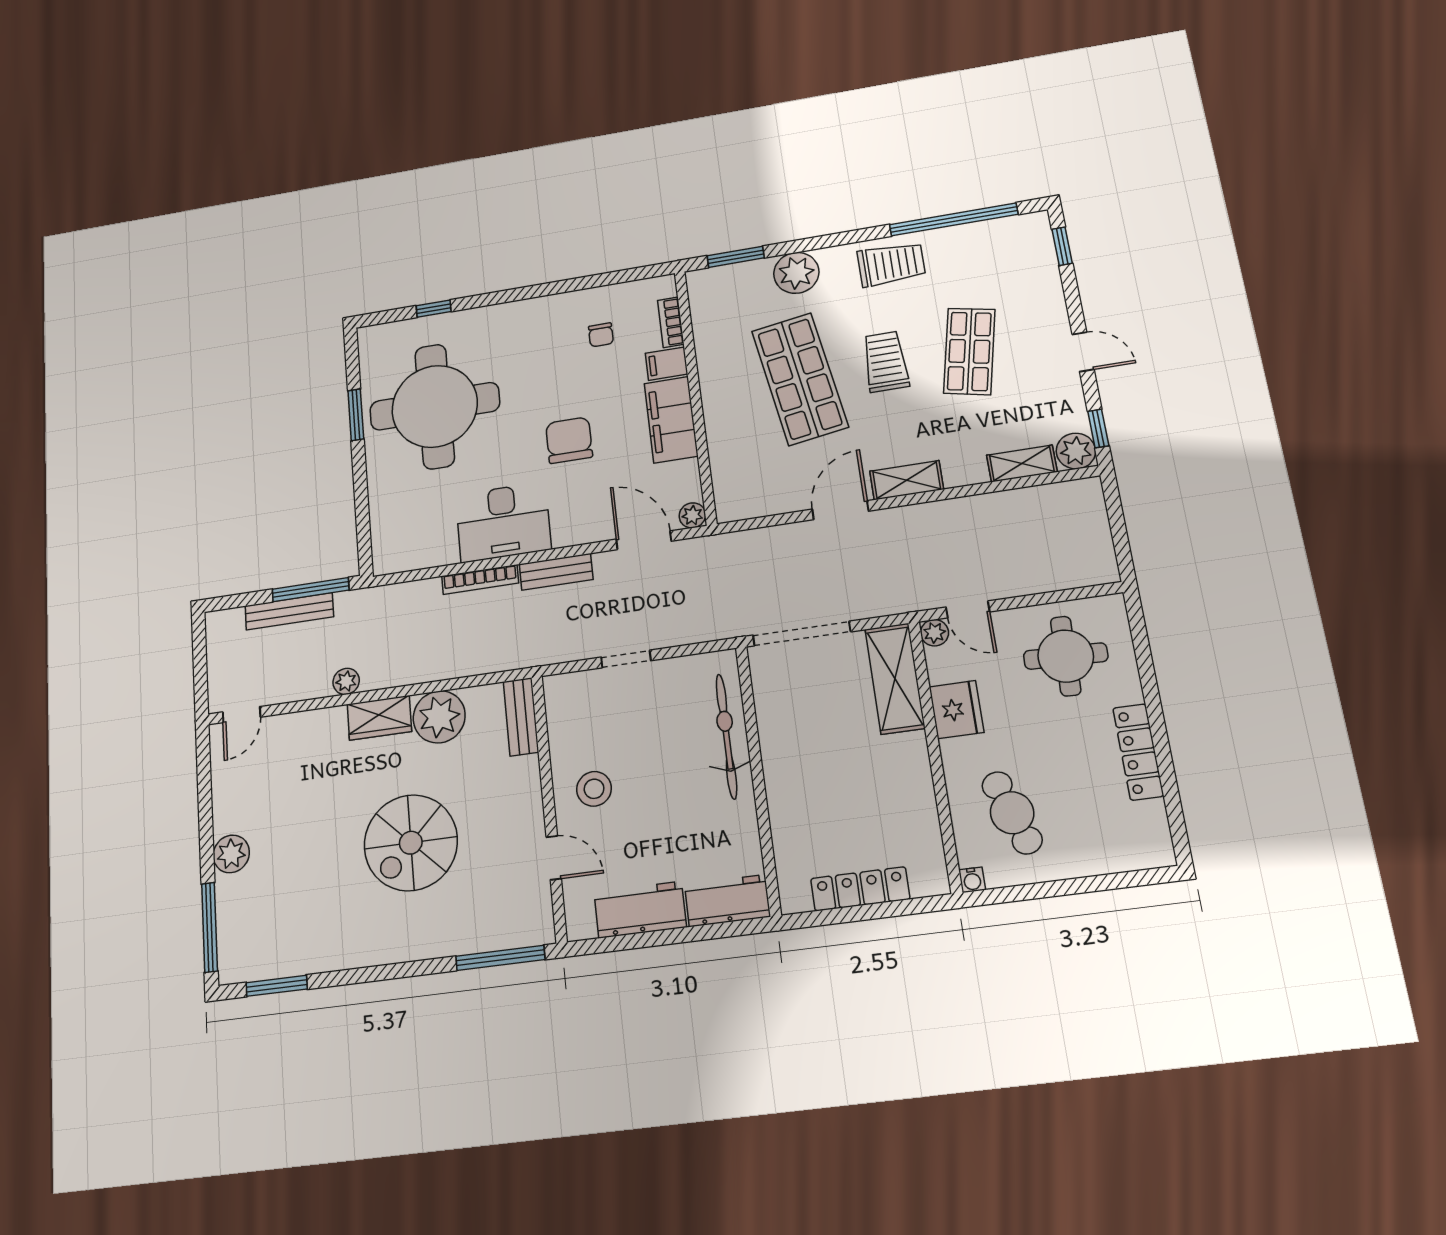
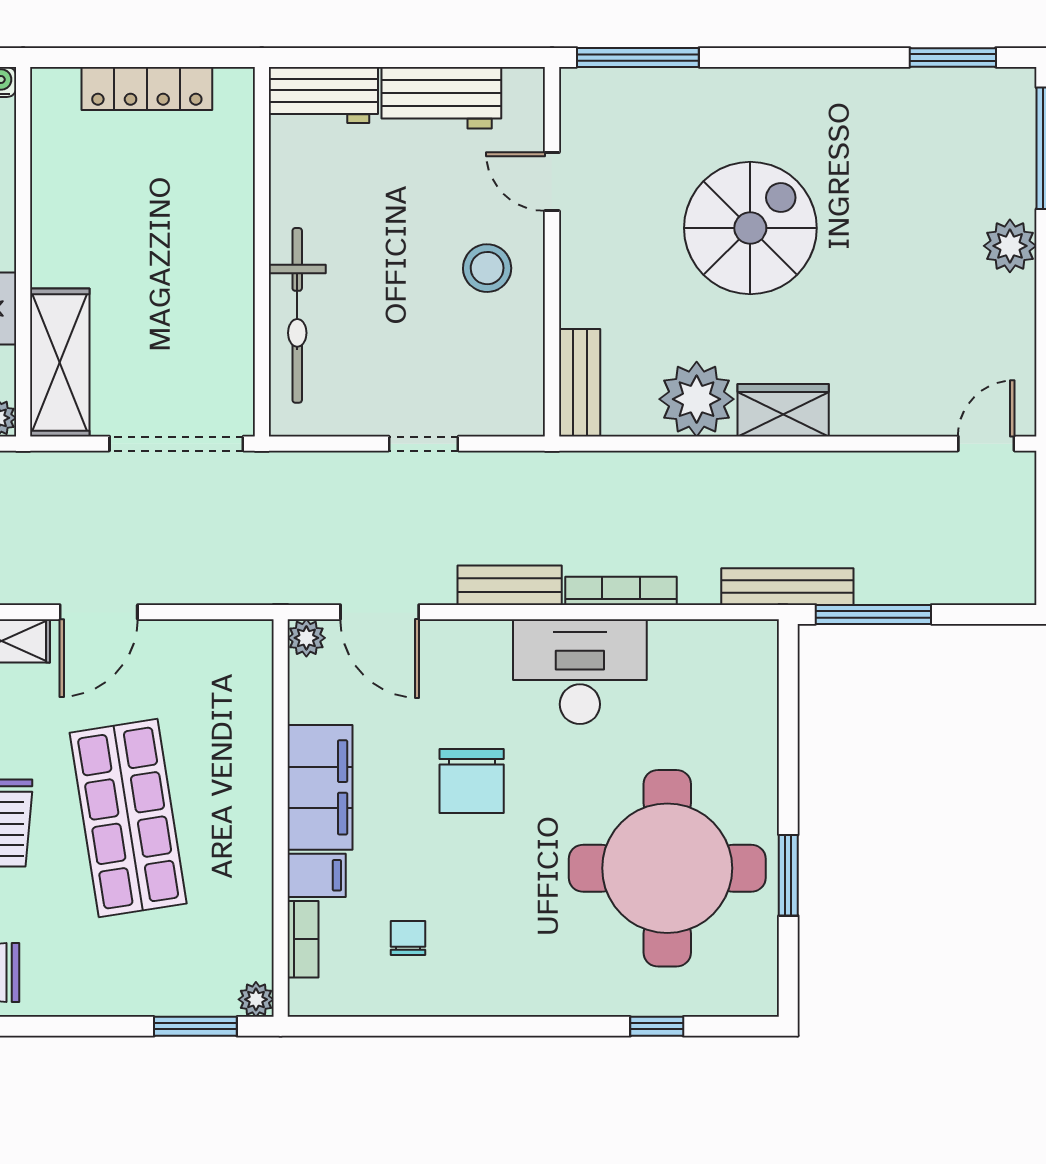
plant: (796, 273) -> (256, 999), moved, width x0.53, depth x0.53
bench: (289, 611) -> (787, 587), moved
plant: (346, 681) -> (828, 470), removed

